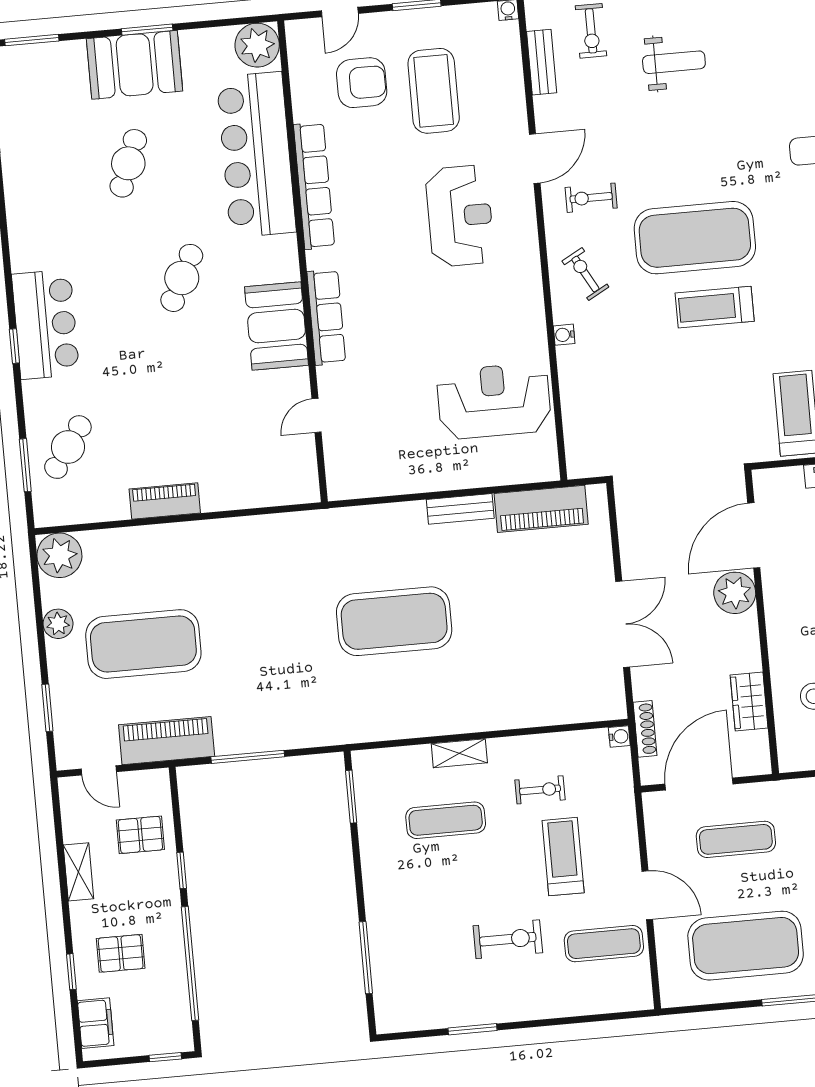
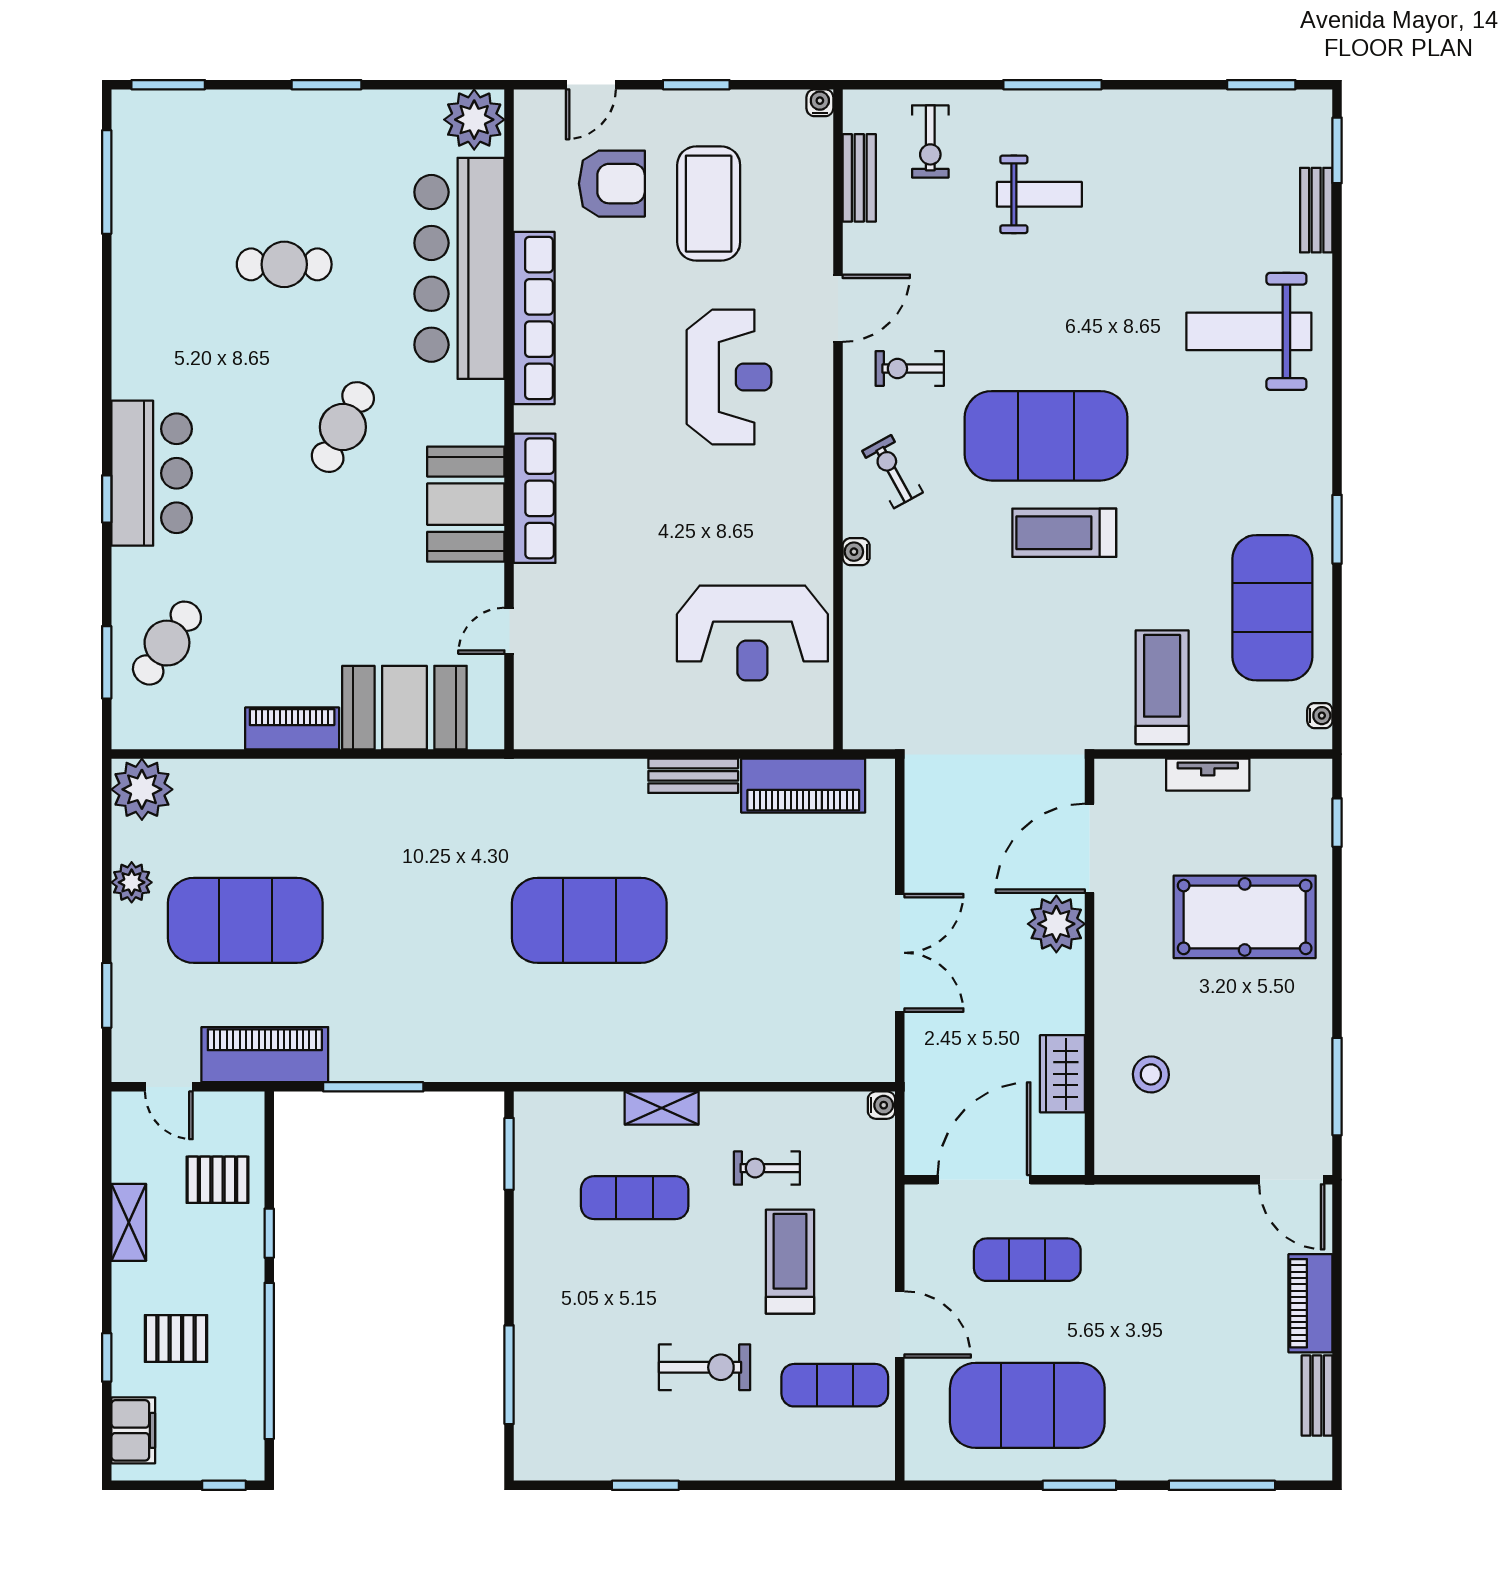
booth: (135, 65) -> (404, 708), moved
cafe table: (128, 163) -> (284, 264), turned 69
reception desk: (494, 401) -> (752, 633), turned 180
shoe rack: (645, 729) -> (917, 1098), removed
exercise bike: (540, 790) -> (767, 1168), turned 180

